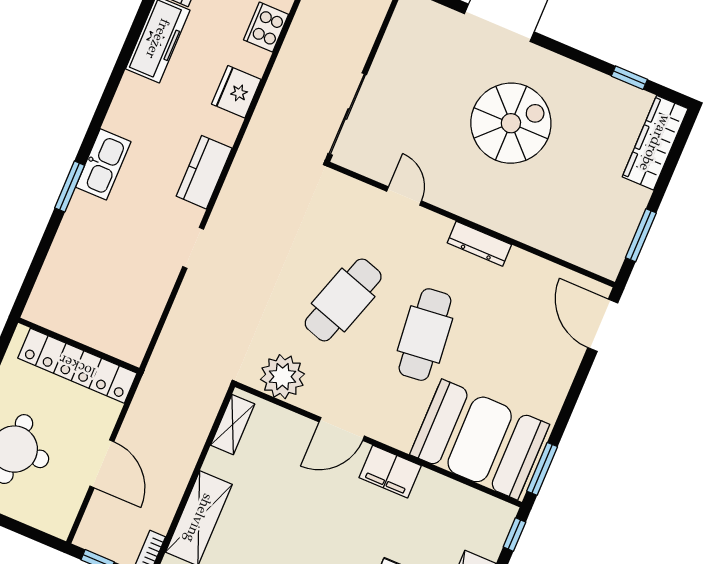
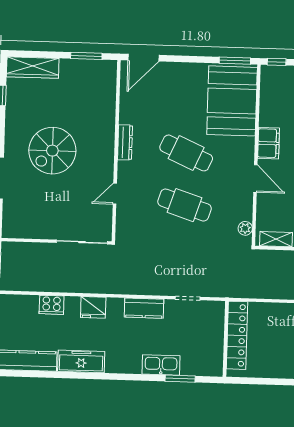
spiral stairs: (511, 123) -> (52, 151), turned -90
cafe table: (425, 335) -> (186, 153), turned 30
wall: (79, 345) -> (226, 339), moved
locker: (77, 366) -> (237, 335), moved
plant: (282, 377) -> (245, 228), width x0.53, depth x0.53

